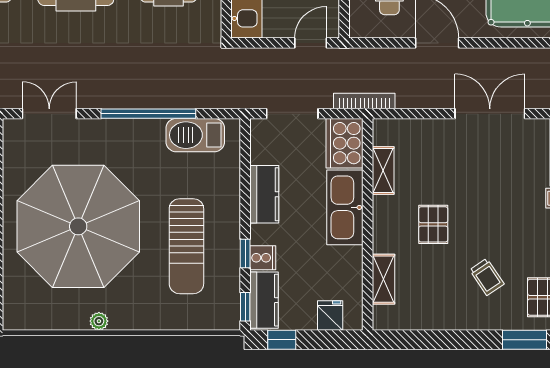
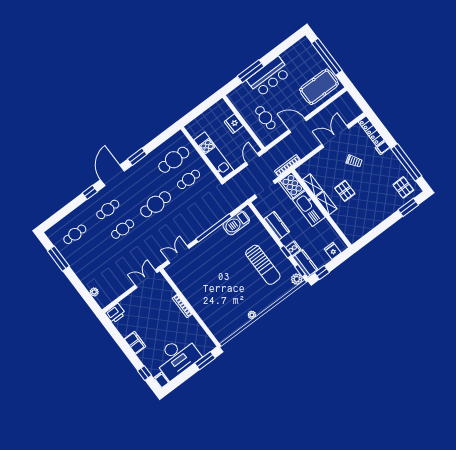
parasol: (78, 226) -> (219, 287), removed
trolley: (487, 277) -> (354, 161), moved
shelving: (384, 279) -> (326, 203), moved
plant: (228, 318) -> (297, 279), added

